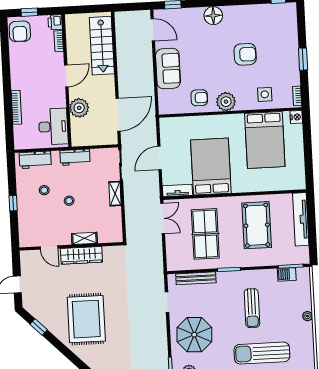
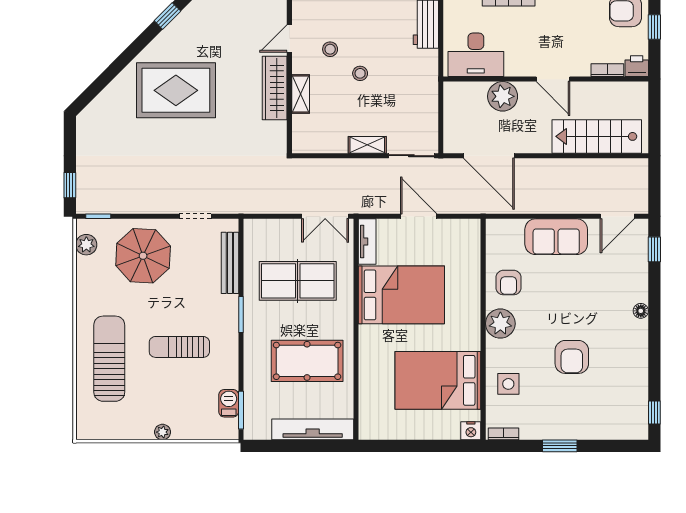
floor lamp: (213, 16) -> (641, 311), width x0.53, depth x0.53
workbench: (75, 157) -> (427, 86), removed
stool: (44, 190) -> (330, 49), moved

